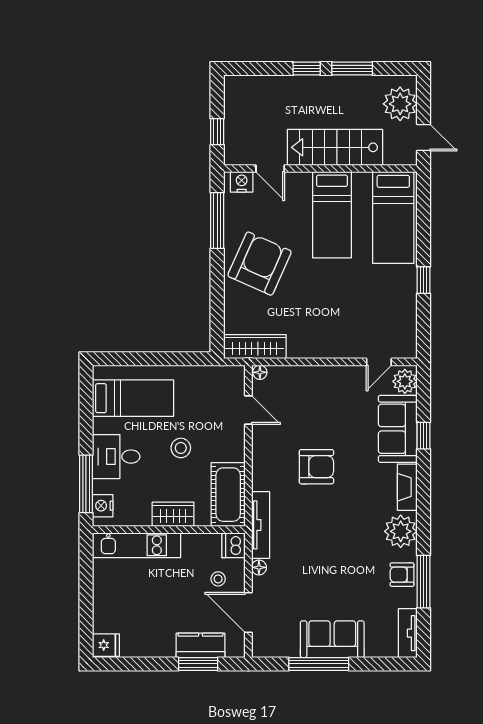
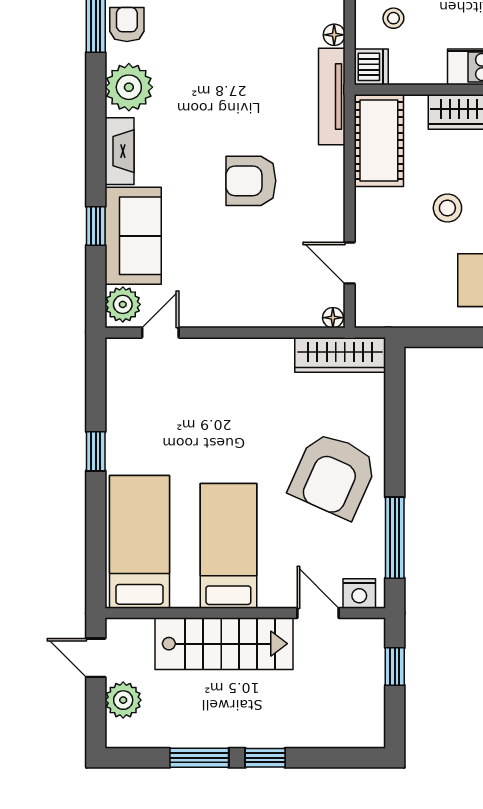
plant: (400, 104) -> (123, 700), width x0.73, depth x0.73
armchair: (402, 575) -> (127, 24), turned -90

